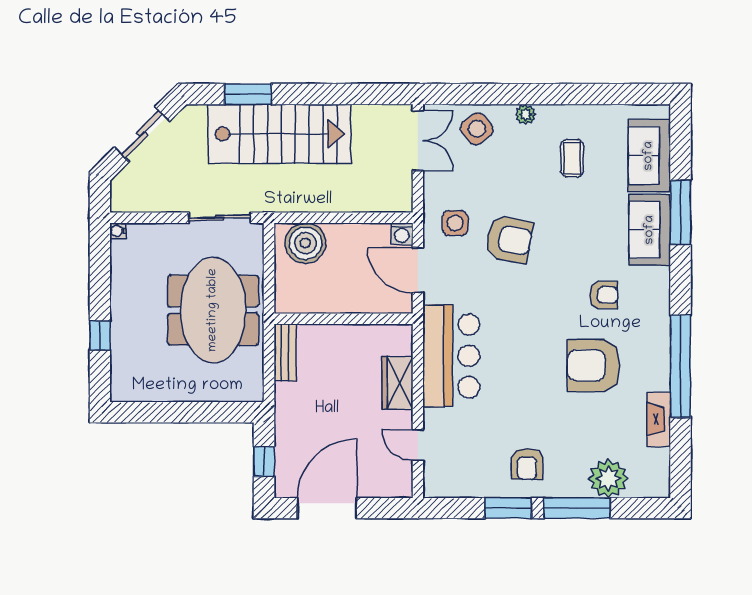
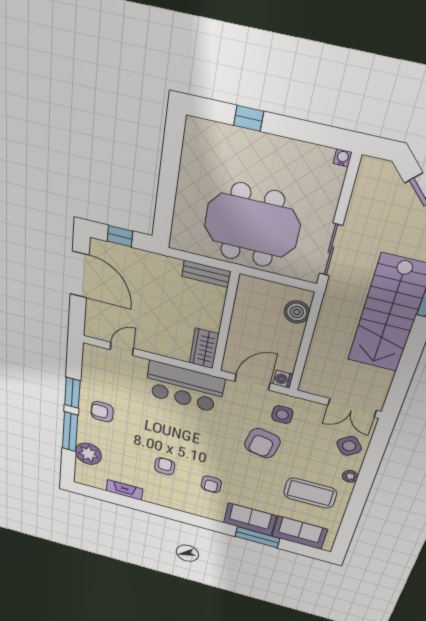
coffee table: (572, 158) -> (310, 493), width x1.86, depth x1.72
boiler: (305, 243) -> (297, 312), width x0.73, depth x0.73
armchair: (594, 365) -> (165, 466), width x0.53, depth x0.53
window: (680, 366) -> (157, 510), removed
wardrobe: (398, 383) -> (204, 348), moved, turned -90

